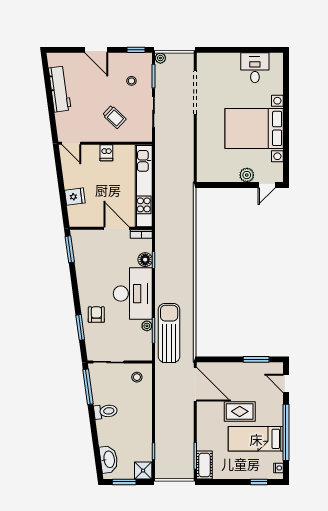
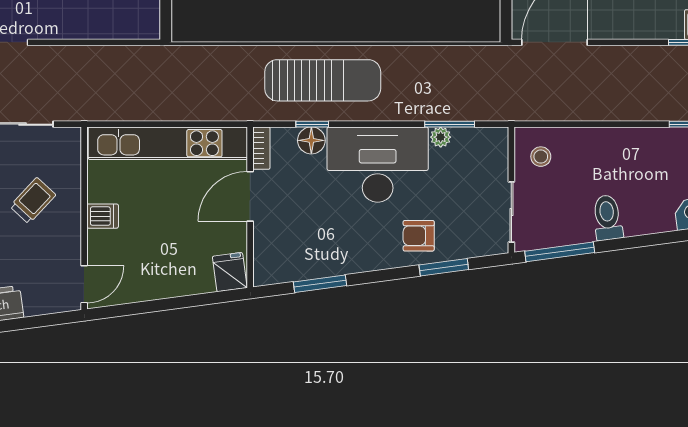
fridge: (75, 197) -> (230, 272), moved
window: (70, 249) -> (320, 284), moved
sun lounger: (169, 333) -> (323, 80), moved, turned 180

